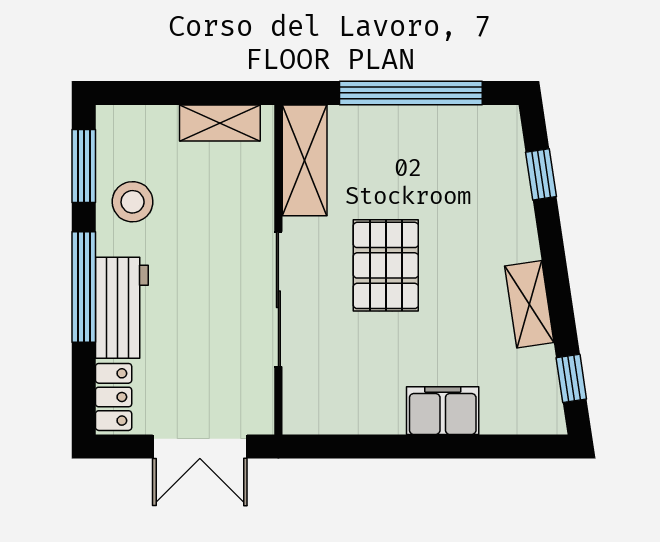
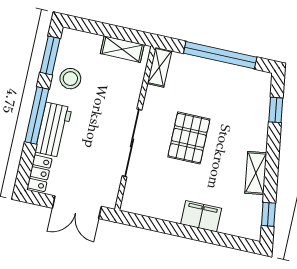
shelving: (305, 160) -> (159, 67), width x0.67, depth x0.75

